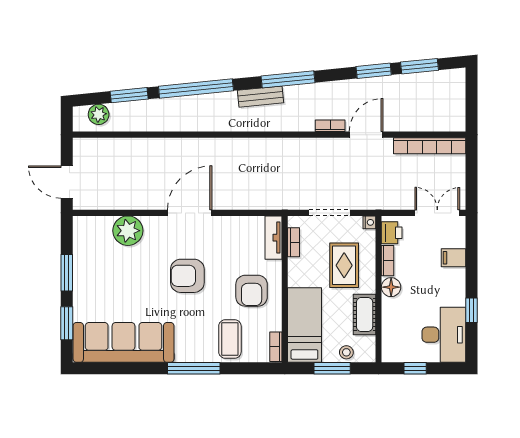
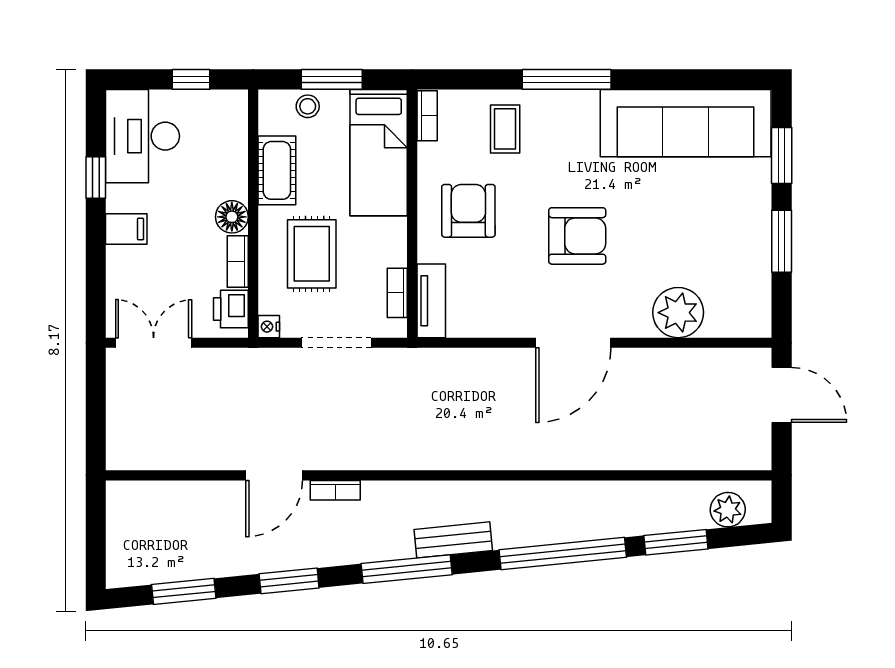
window: (374, 71) -> (289, 581), moved
bookcase: (430, 146) -> (167, 457), removed
double door: (437, 213) -> (154, 343), swing flipped
filing cabinet: (453, 258) -> (126, 229), moved
coffee table: (230, 339) -> (505, 129), width x0.73, depth x0.77

